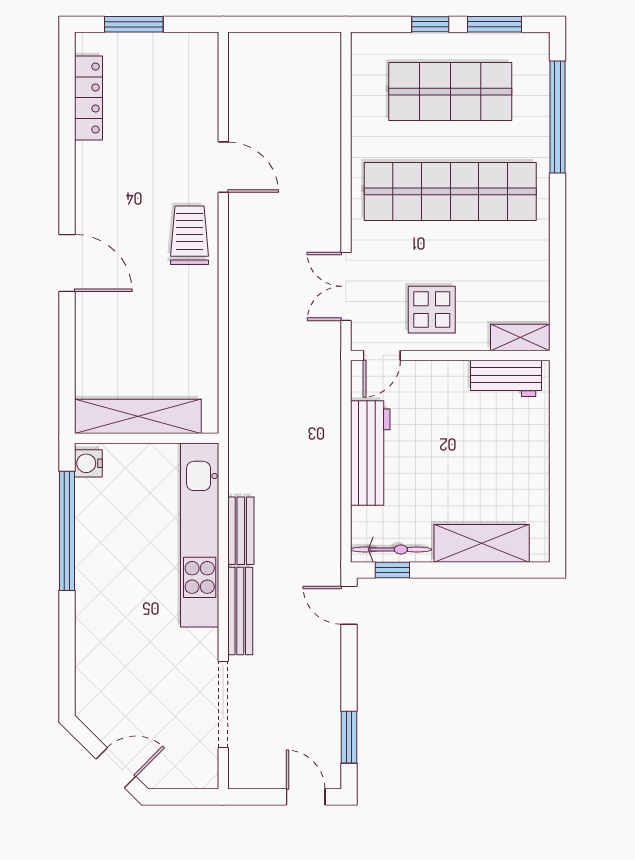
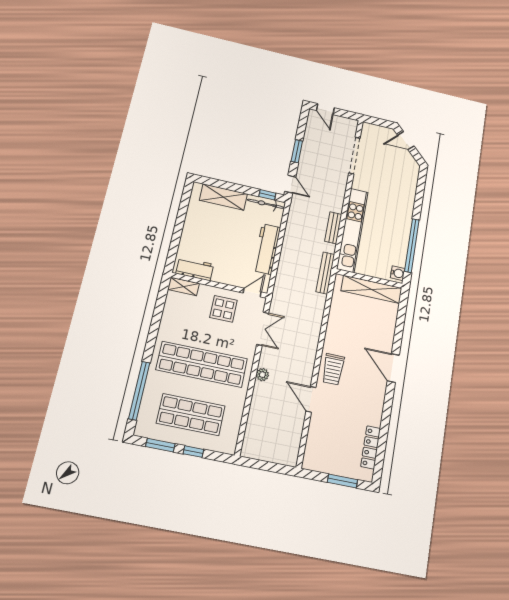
plant: (328, 196) -> (262, 375), added
bench: (240, 611) -> (325, 273), moved
window: (349, 737) -> (297, 151), moved

